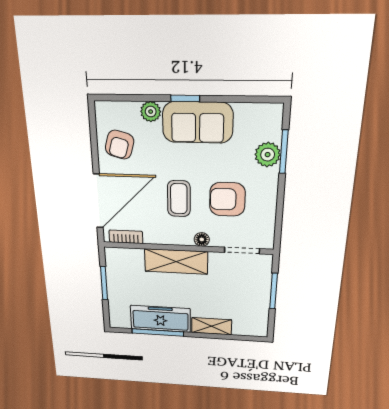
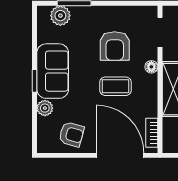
plant: (268, 155) -> (60, 16), moved

